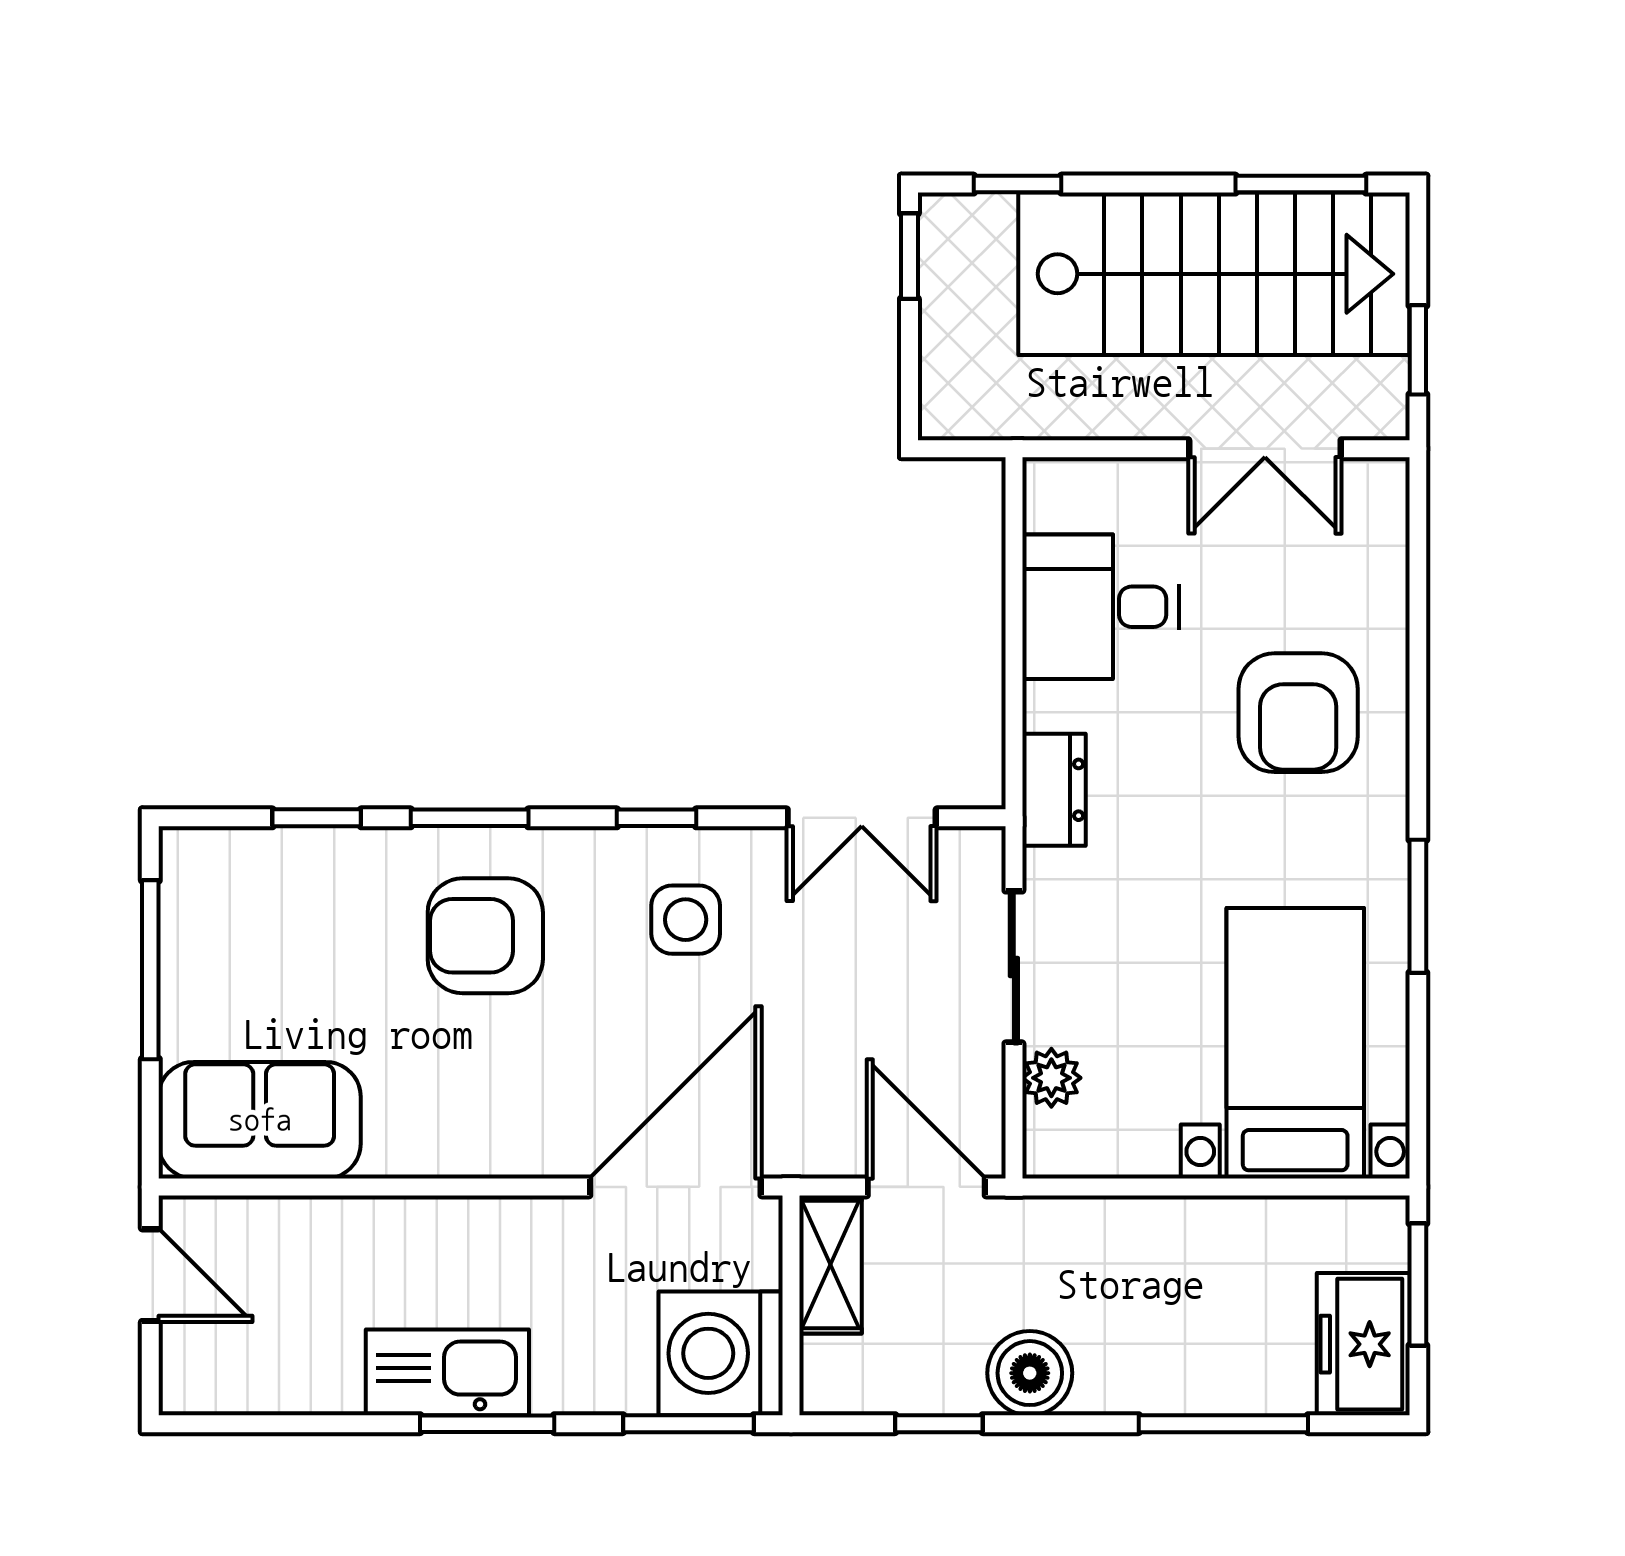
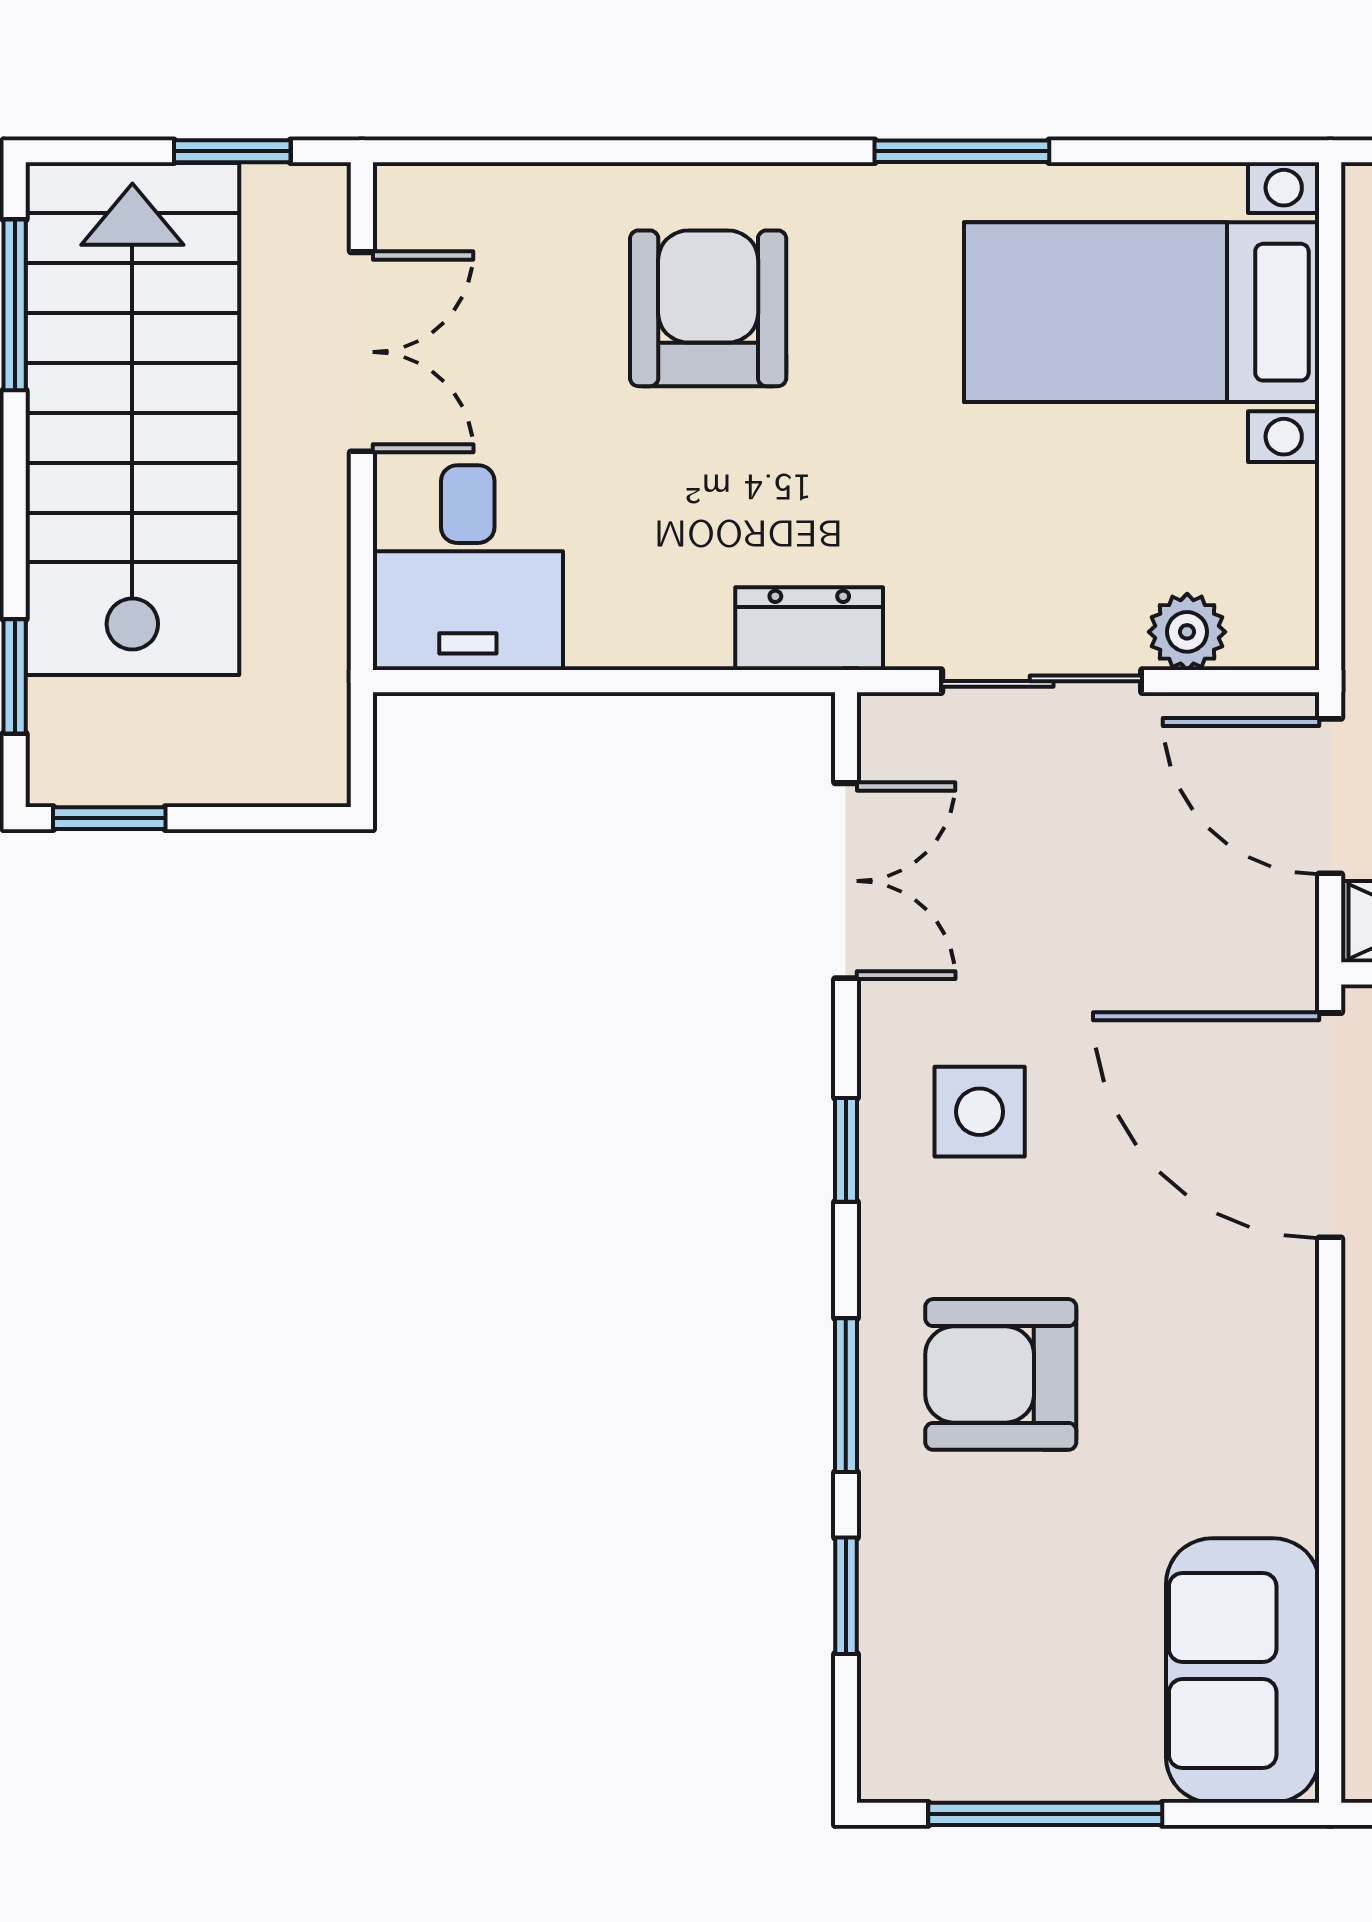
desk: (1100, 607) -> (468, 568), moved
armchair: (1298, 713) -> (708, 308), turned -90
armchair: (485, 936) -> (1001, 1374), turned 90
door: (926, 1187) -> (1330, 796), hinge flipped

